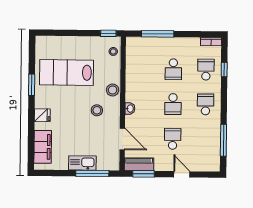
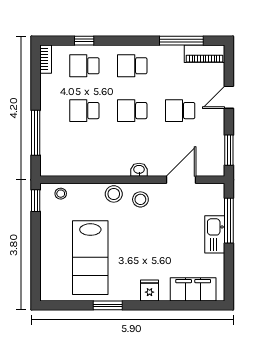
school desk: (173, 69) -> (84, 111), turned 180
school desk: (173, 104) -> (132, 111), turned 180
stool: (97, 110) -> (140, 199), moved
piano: (139, 164) -> (205, 54), moved, turned -90

